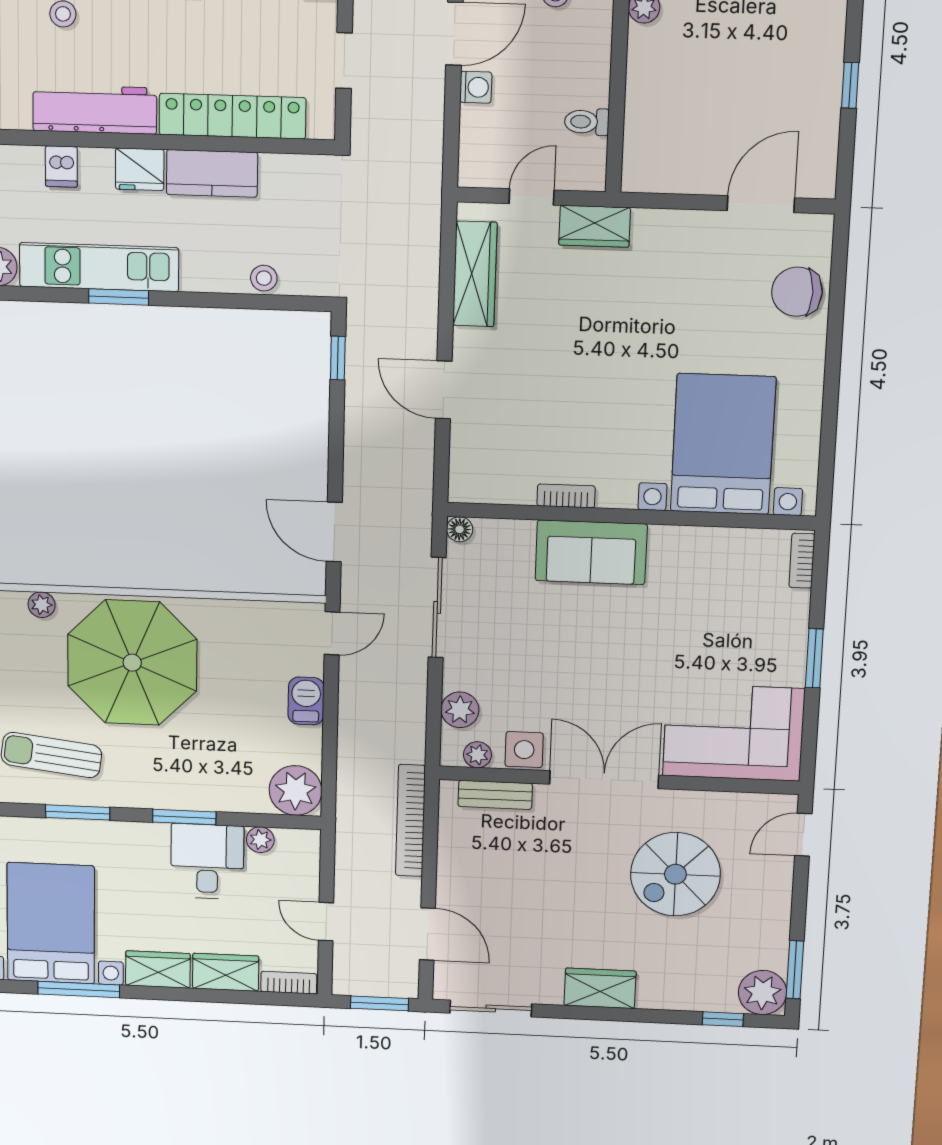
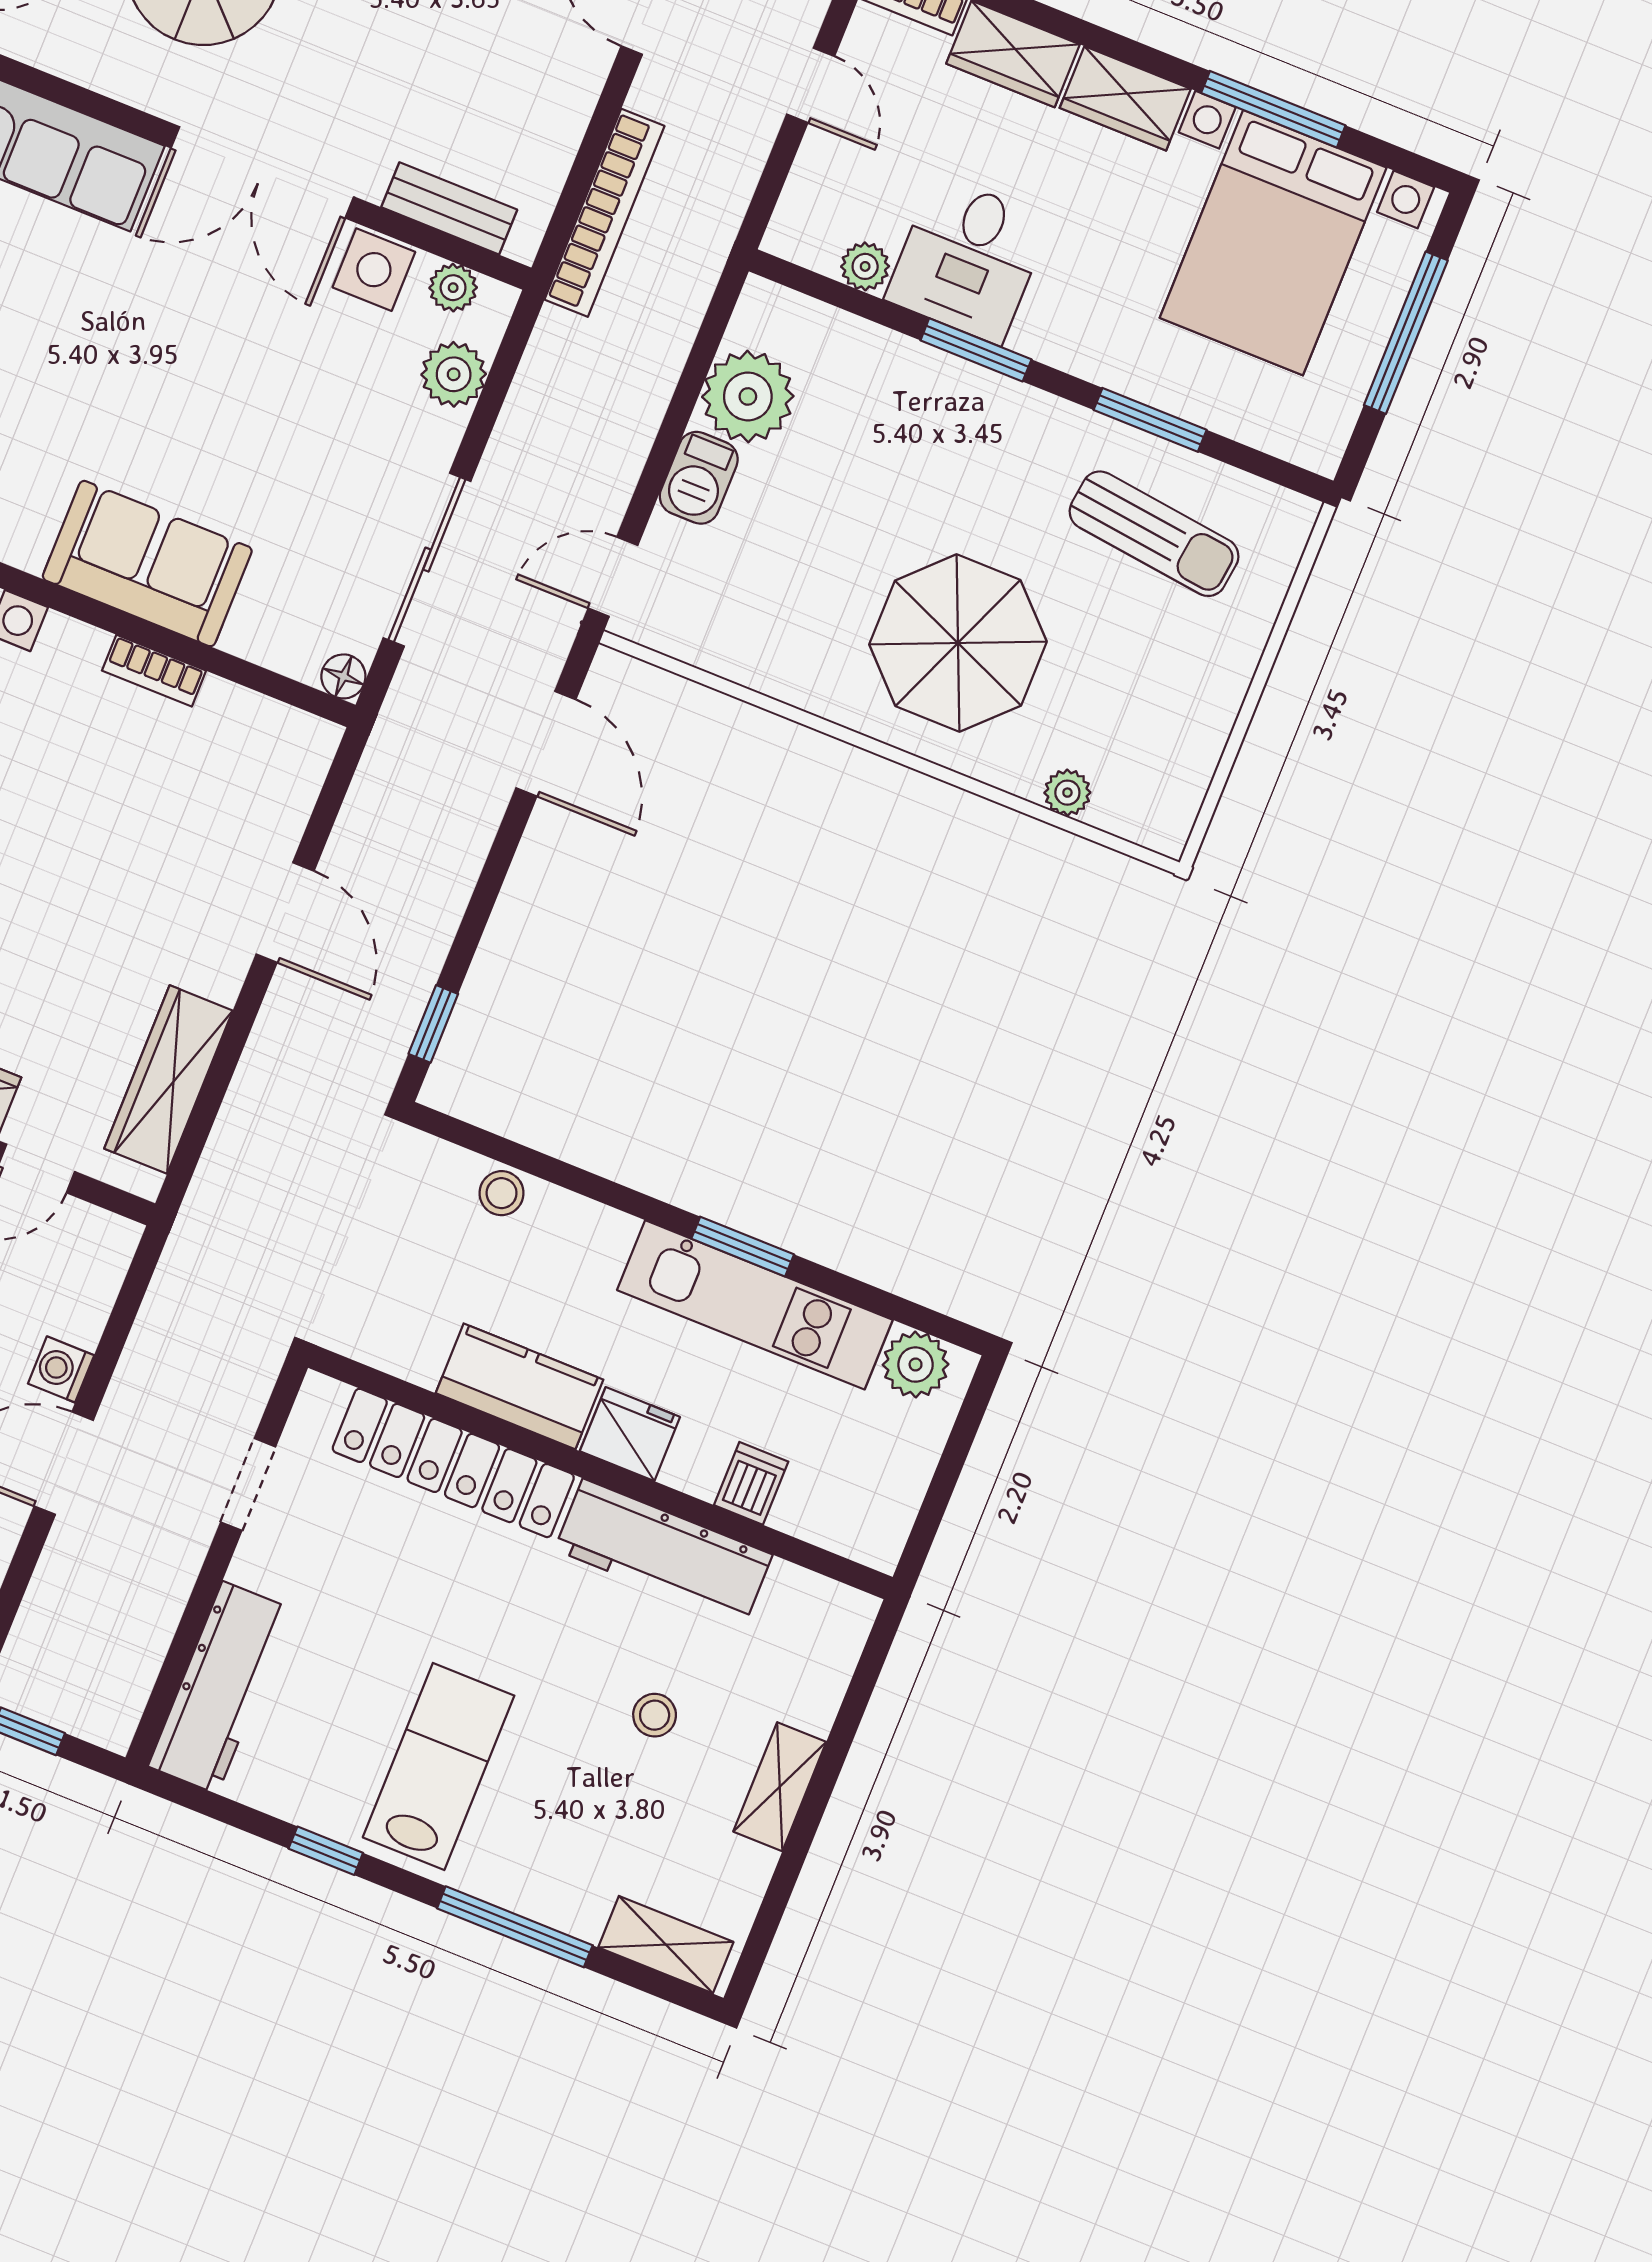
parasol: (132, 663) -> (958, 643), width x0.73, depth x0.73
plant: (296, 790) -> (748, 396), moved

